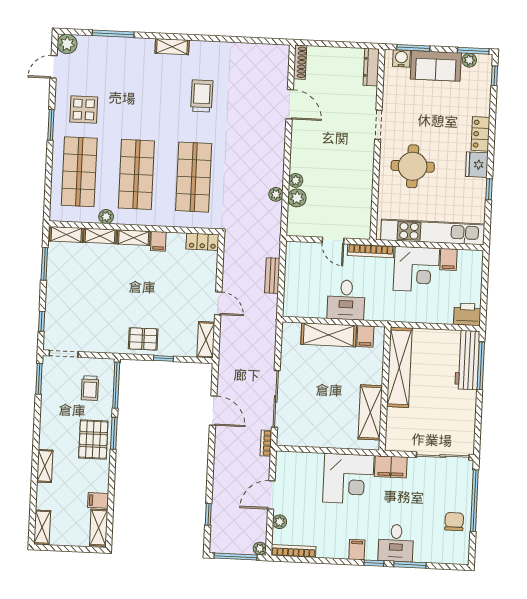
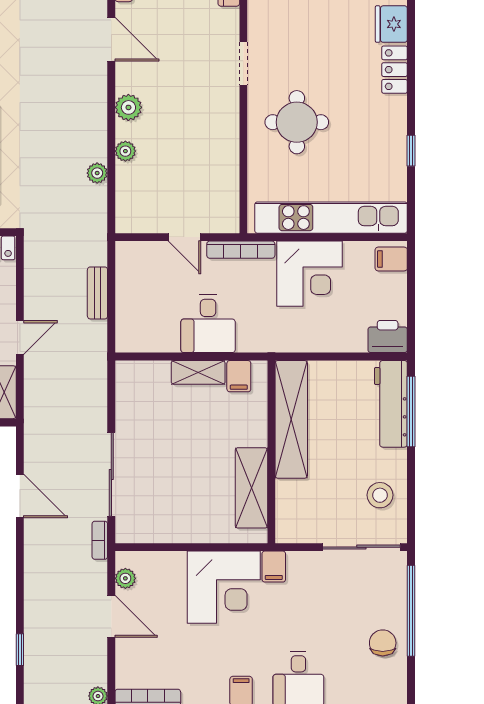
fridge: (477, 165) -> (391, 24), moved
plant: (297, 198) -> (128, 107), moved
filing cabinet: (449, 259) -> (391, 259), moved, turned 90
door: (218, 303) -> (20, 337), hinge flipped
shelving: (329, 335) -> (198, 372), width x0.67, depth x0.75
stool: (457, 421) -> (380, 495), added
filing cabinet: (391, 467) -> (274, 567), width x0.50
door: (271, 495) -> (111, 616), swing flipped
plant: (280, 522) -> (125, 578), moved

